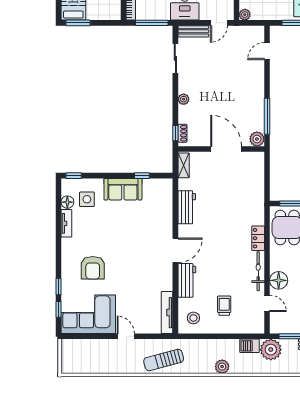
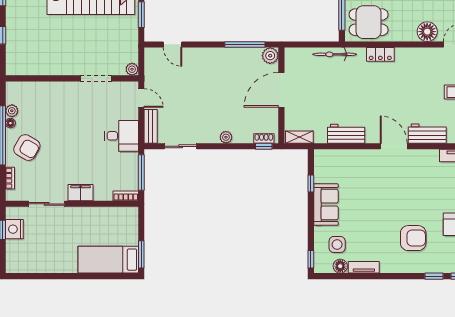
bicycle: (258, 271) -> (335, 54), moved

